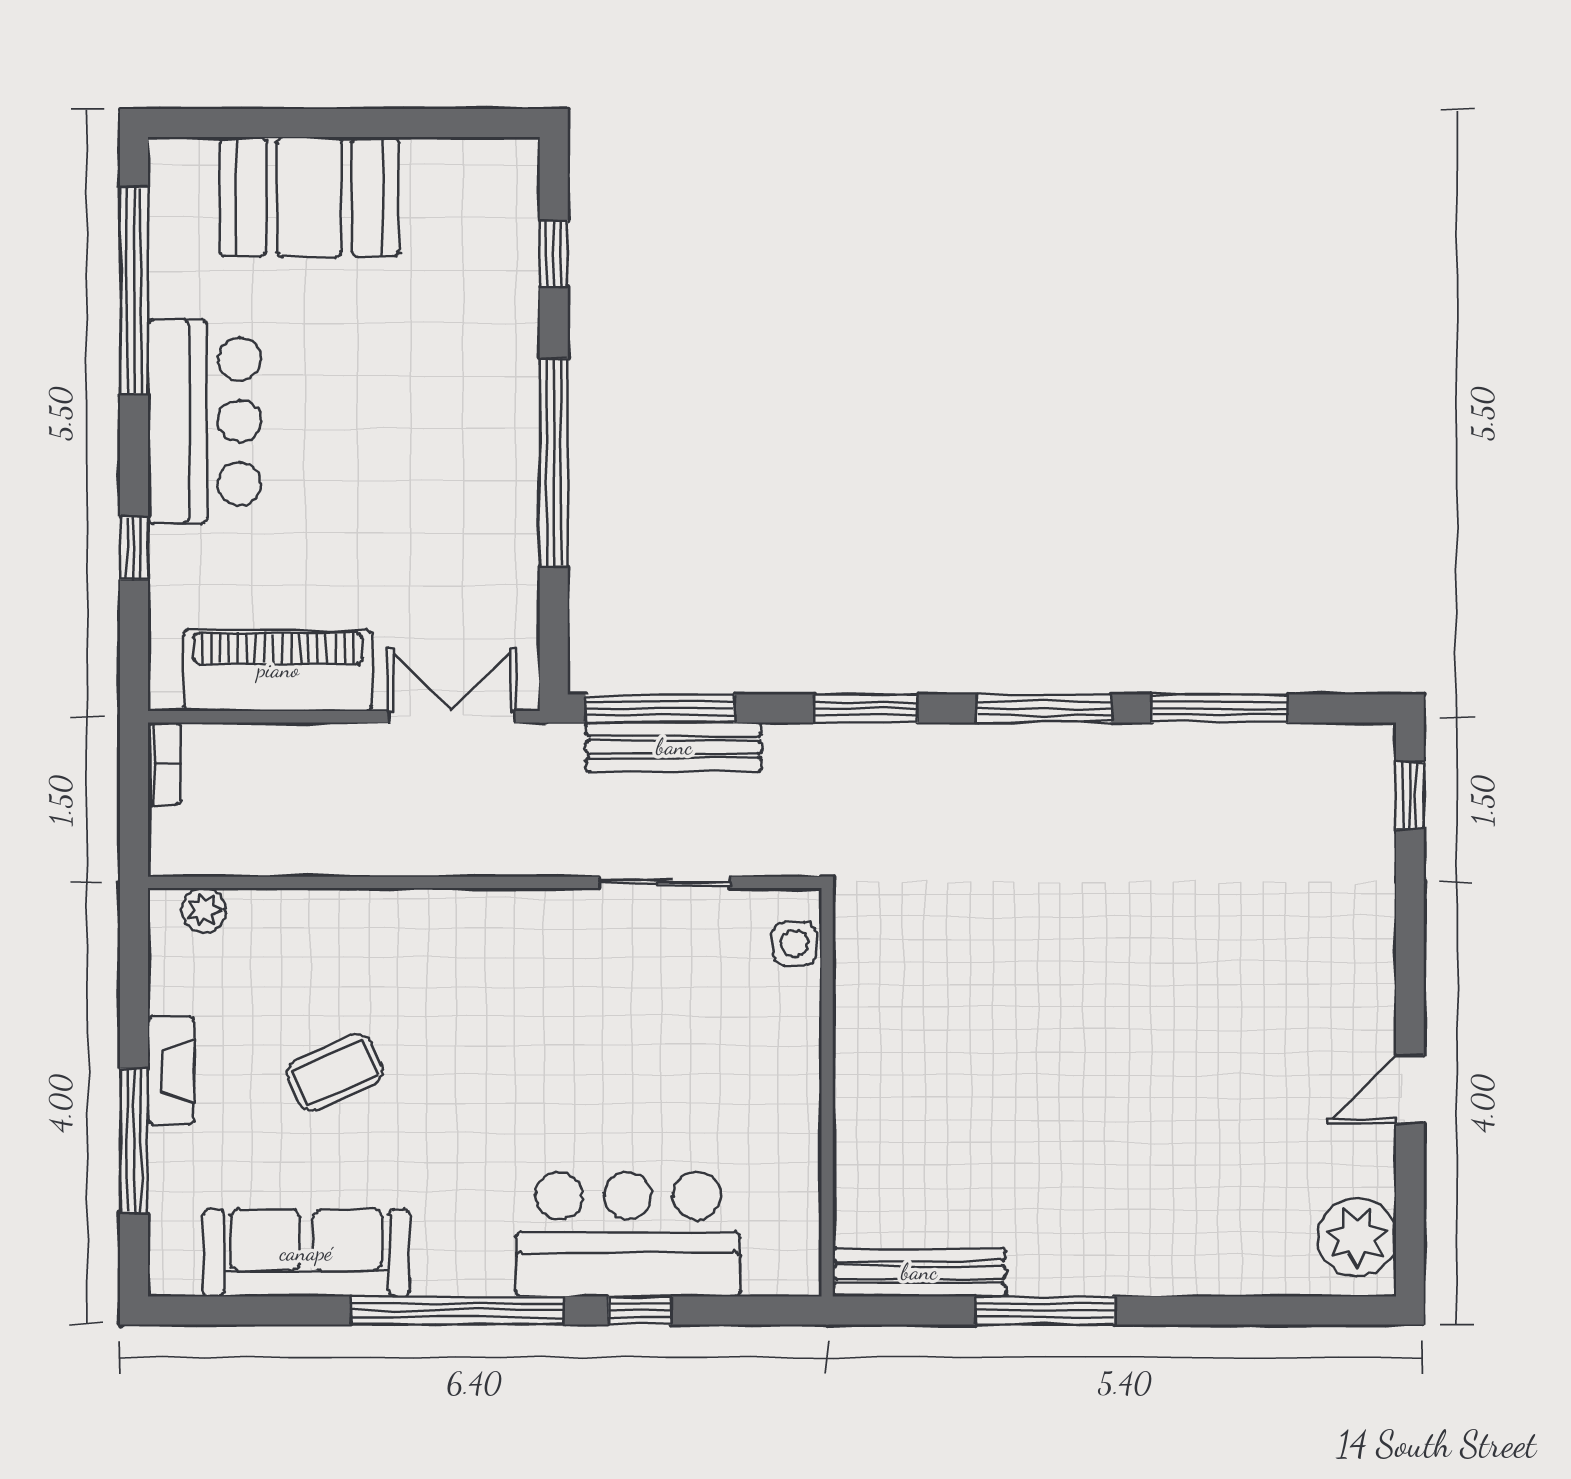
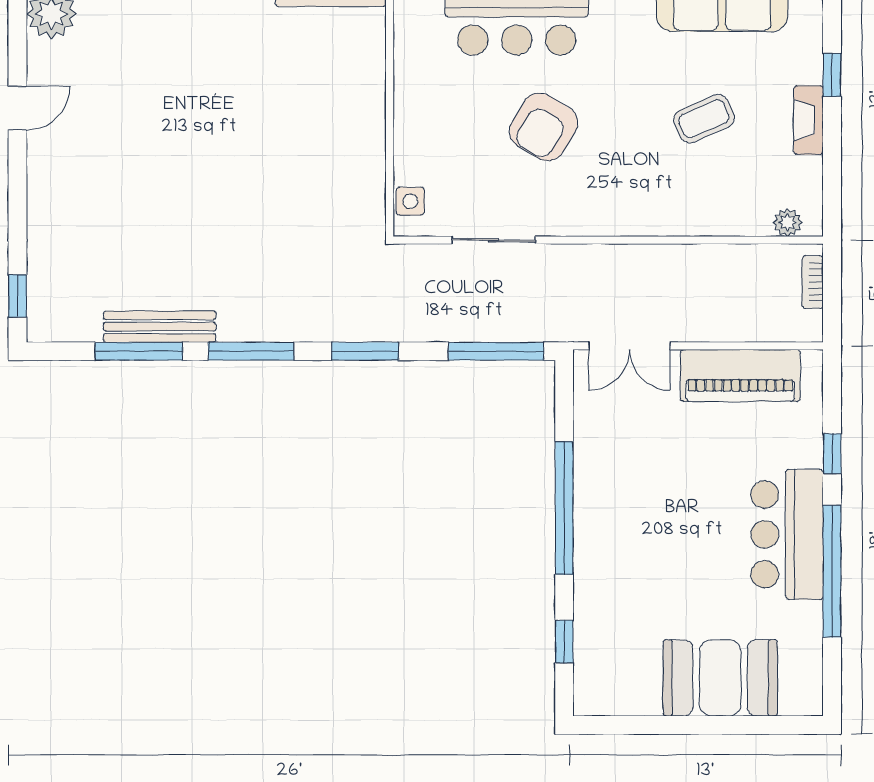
window: (134, 291) -> (832, 571), moved
bench: (674, 747) -> (160, 327), moved
bookcase: (164, 764) -> (813, 282), moved
armchair: (586, 1060) -> (544, 127), added
window: (134, 1141) -> (832, 75), width x0.46

